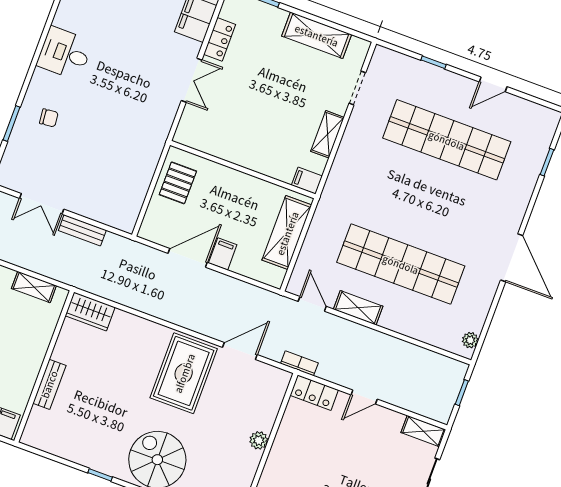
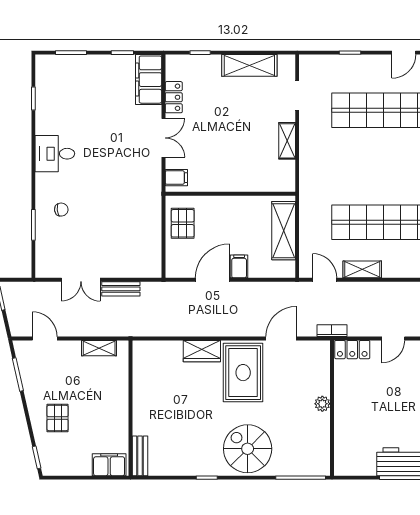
filing cabinet: (307, 181) -> (176, 178), moved, turned 180
wardrobe: (90, 312) -> (202, 351), moved
bench: (49, 384) -> (140, 456), moved

